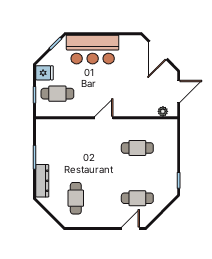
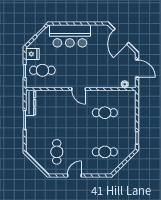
door: (179, 91) -> (137, 69), hinge flipped
door: (104, 118) -> (79, 89), swing flipped
dresser: (42, 181) -> (31, 103), moved
door: (131, 228) -> (74, 175), moved

